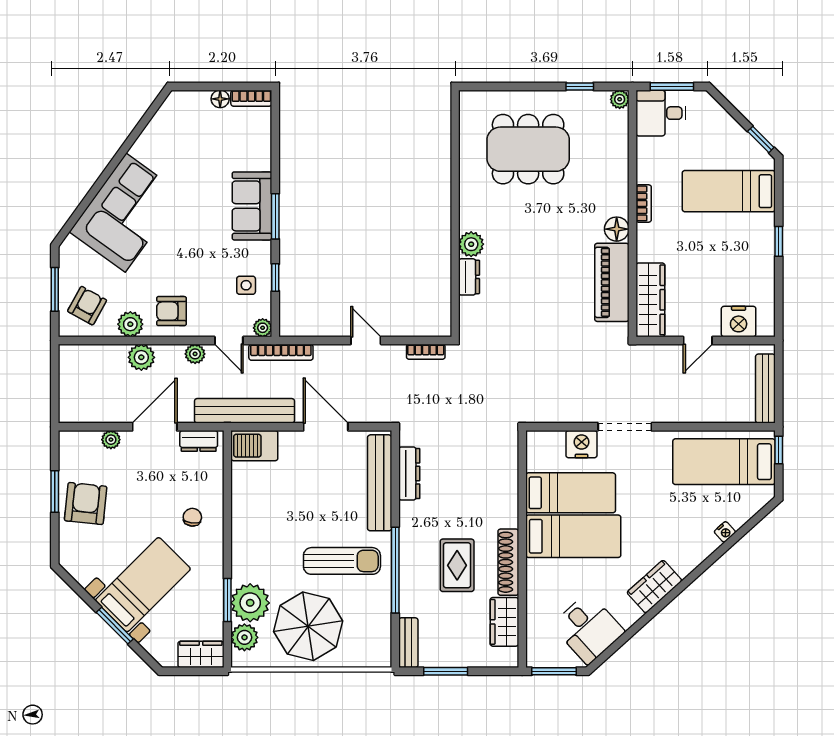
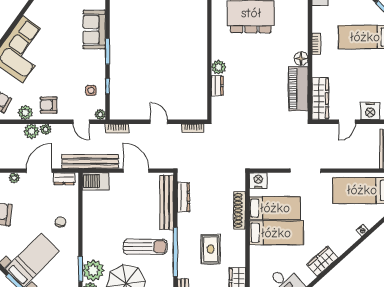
sofa: (252, 206) -> (94, 30), moved
bookcase: (281, 352) -> (117, 128), width x0.64
plant: (195, 354) -> (46, 129), moved
nightstand: (581, 444) -> (258, 180), moved
shoe rack: (508, 562) -> (240, 210), moved

